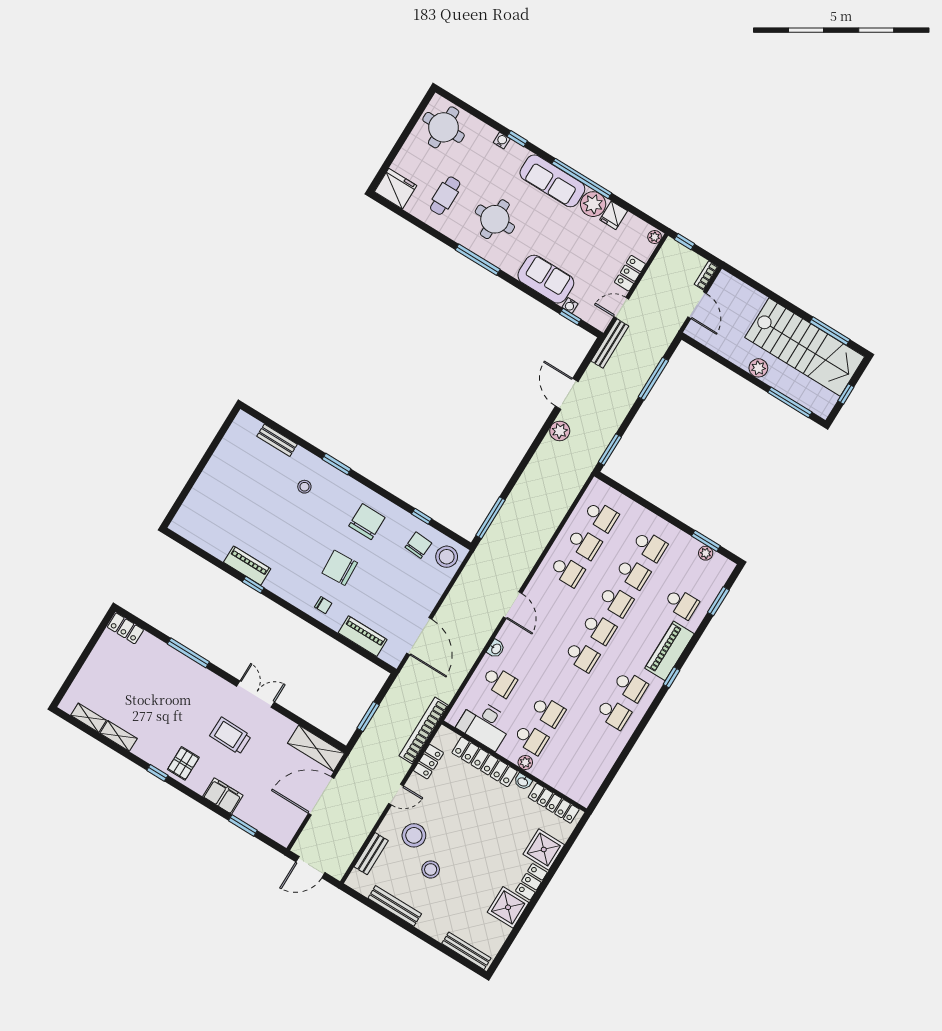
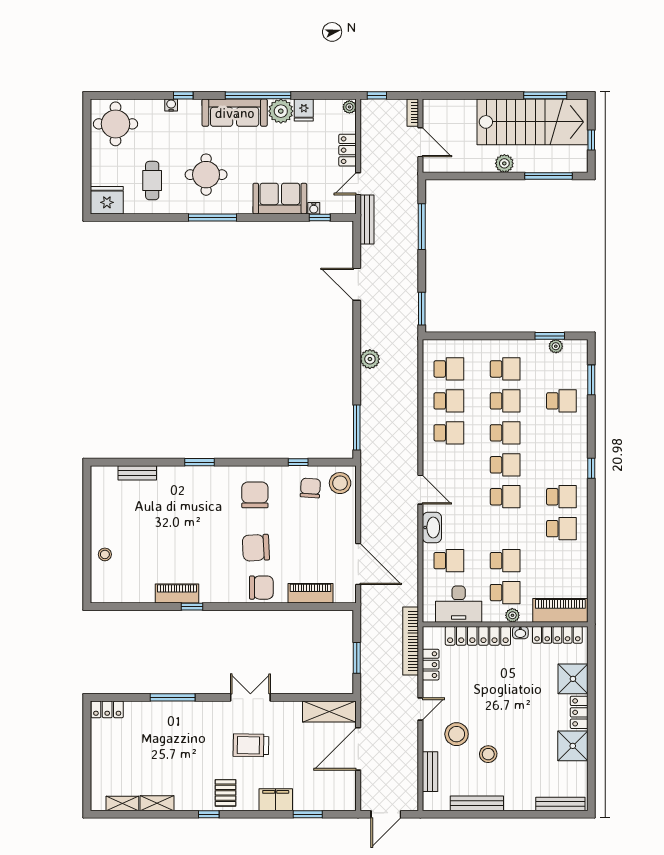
plant: (560, 431) -> (370, 359), moved
stool: (304, 487) -> (105, 554), moved
chair: (323, 605) -> (261, 588), width x1.87, depth x1.87
washbasin: (496, 649) -> (432, 527), width x1.91, depth x1.45
piano: (669, 651) -> (560, 610), moved, turned 90

